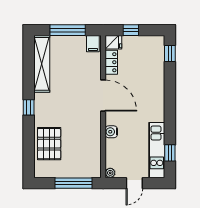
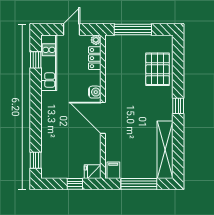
locker: (111, 62) -> (95, 58), moved
water cooler: (111, 132) -> (95, 92), moved

